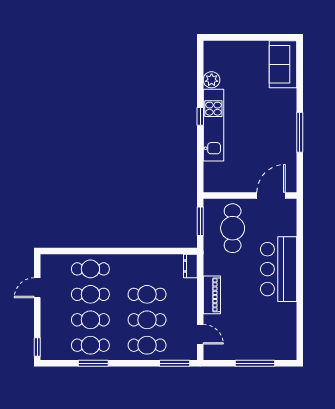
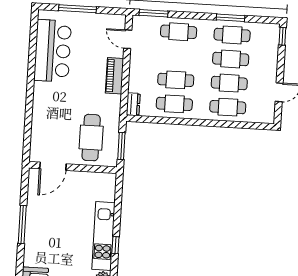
bar counter: (279, 269) -> (53, 51), moved
cafe table: (147, 320) -> (174, 104), moved

